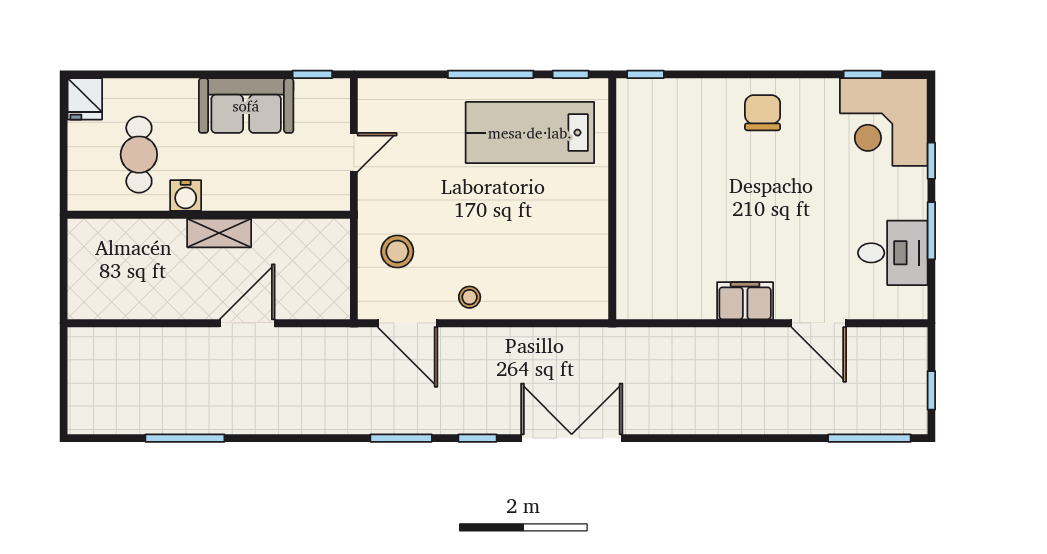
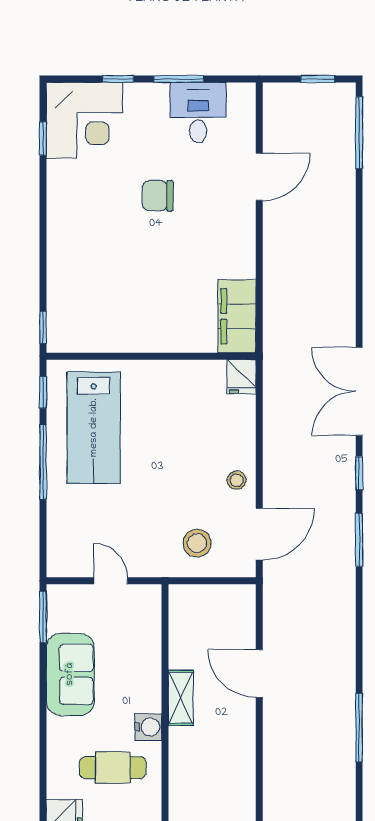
window: (312, 74) -> (43, 617), width x1.50
chair: (763, 113) -> (158, 196), moved
filing cabinet: (745, 301) -> (237, 316), moved, width x1.50, depth x1.17
fridge: (589, 303) -> (242, 377), added

